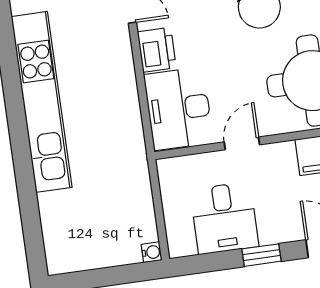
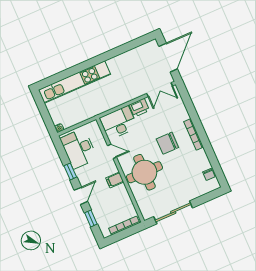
kitchen unit: (42, 102) -> (74, 82), moved
desk: (224, 218) -> (79, 149), width x1.37

